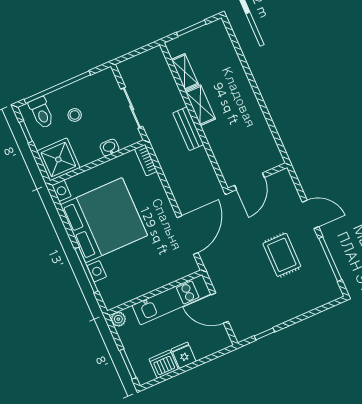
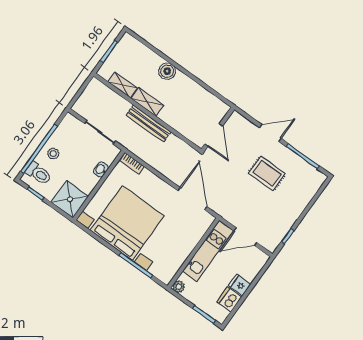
boiler: (240, 85) -> (167, 71), added
stool: (75, 115) -> (53, 154), moved
bench: (188, 129) -> (149, 124), width x1.36

